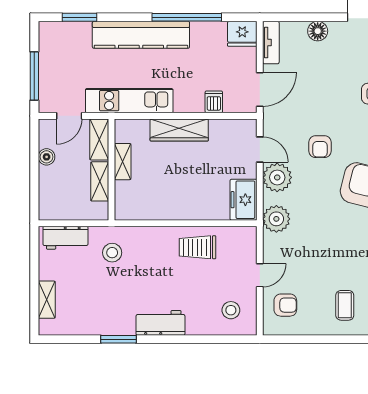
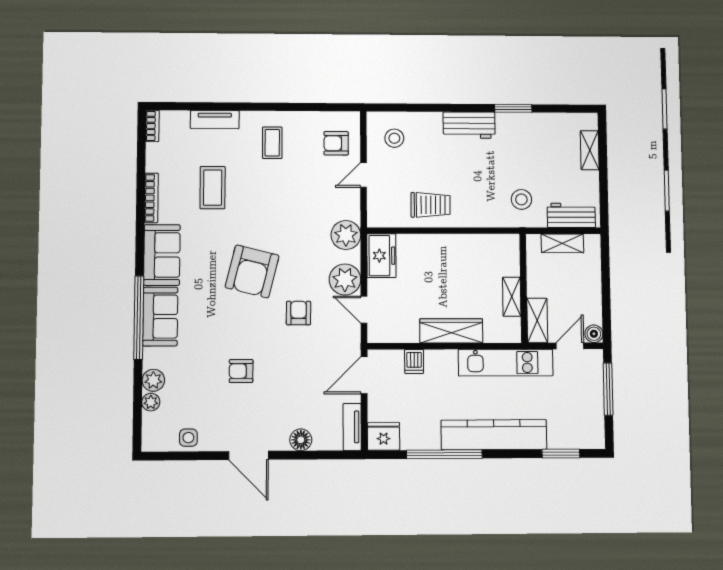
boiler: (47, 157) -> (594, 334), moved
shelving: (100, 181) -> (562, 243), moved, turned 90

